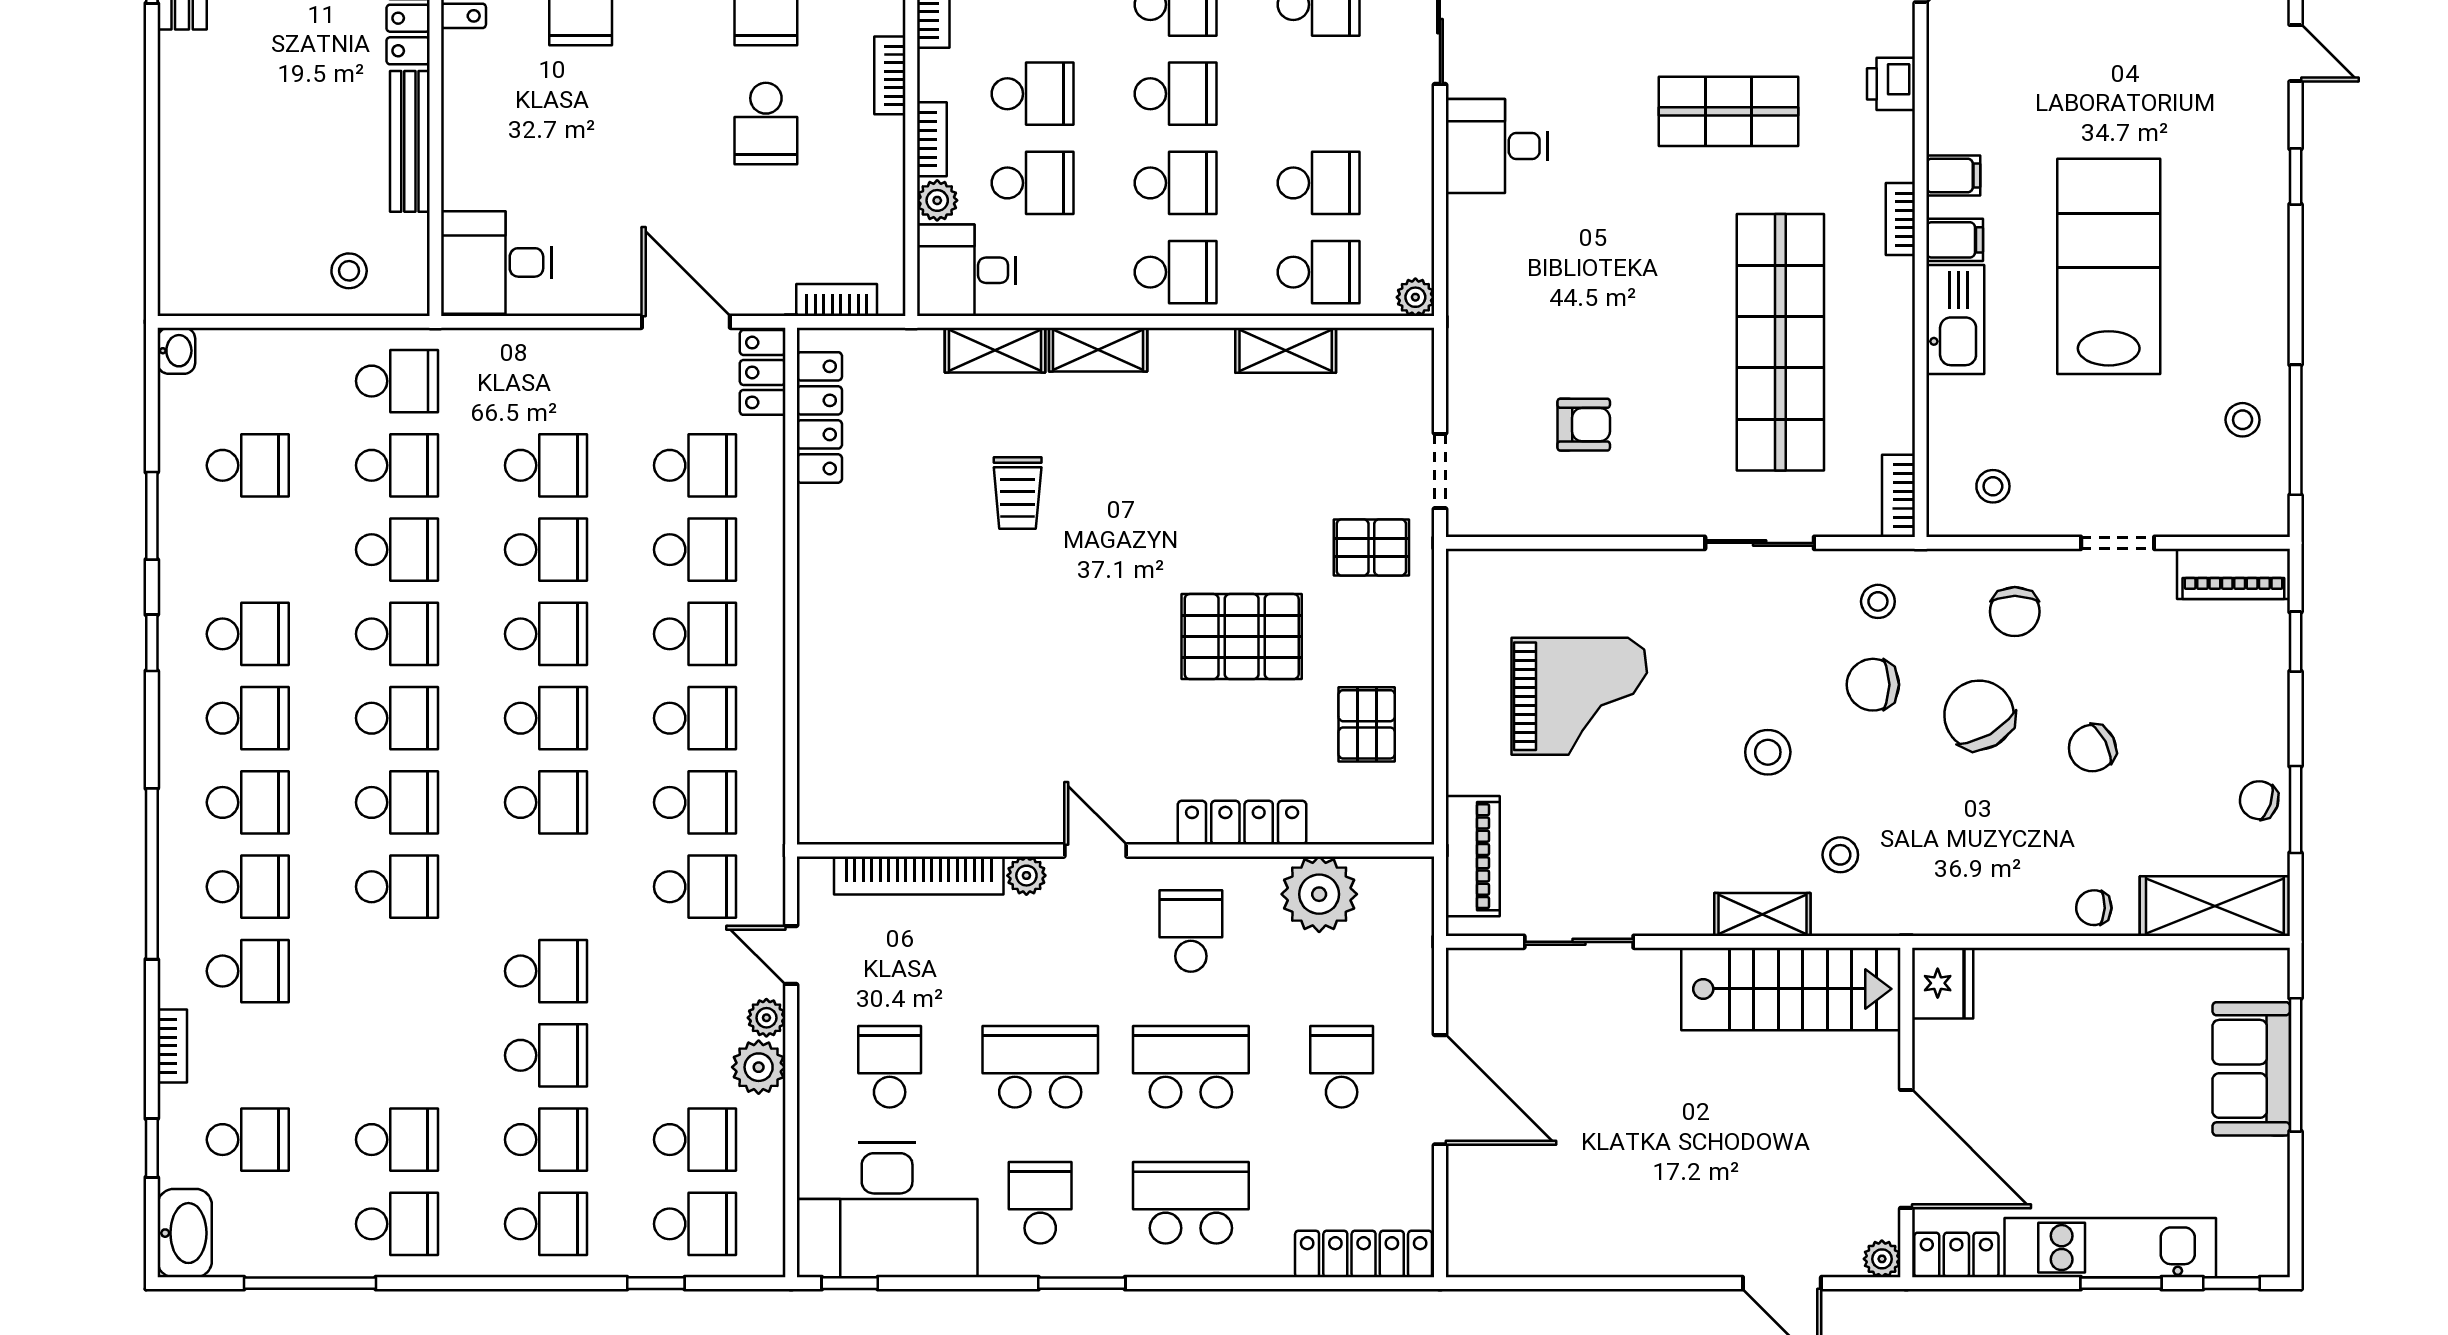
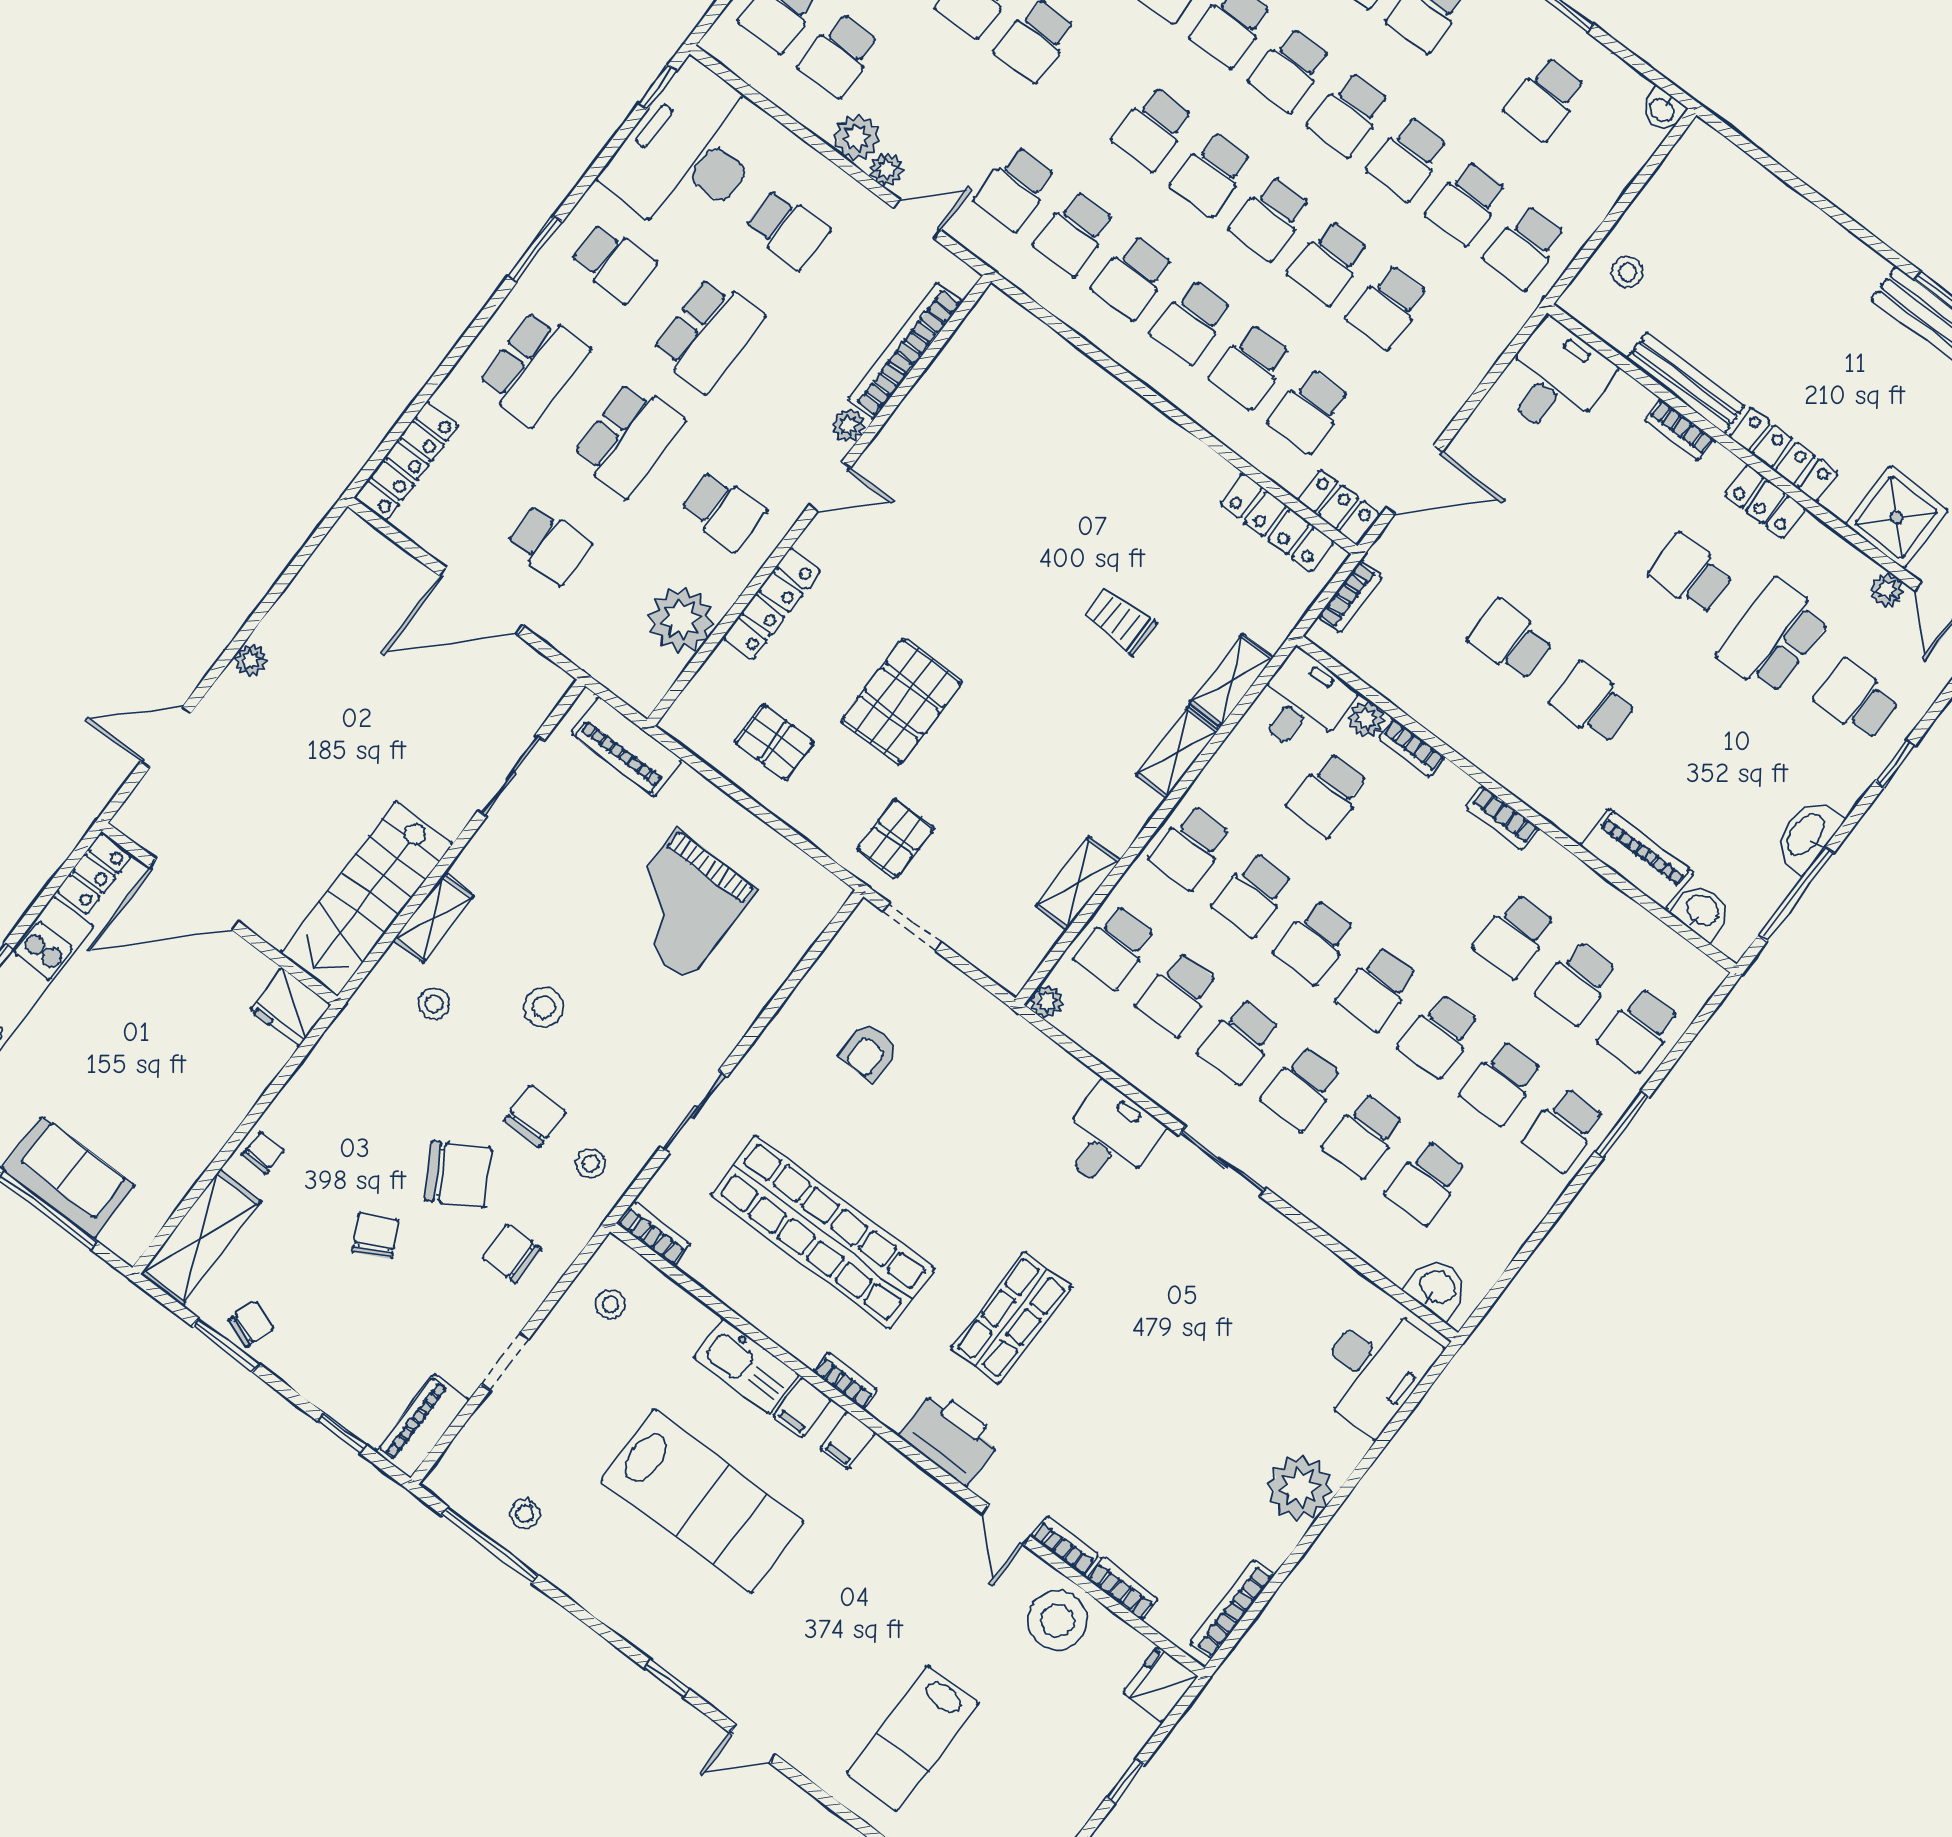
bookcase: (890, 75) -> (1680, 430), moved, turned 180
printer: (1891, 84) -> (951, 1437), width x1.87, depth x1.48
school desk: (1033, 94) -> (1240, 1041), moved
plant: (1882, 1259) -> (251, 660), moved

